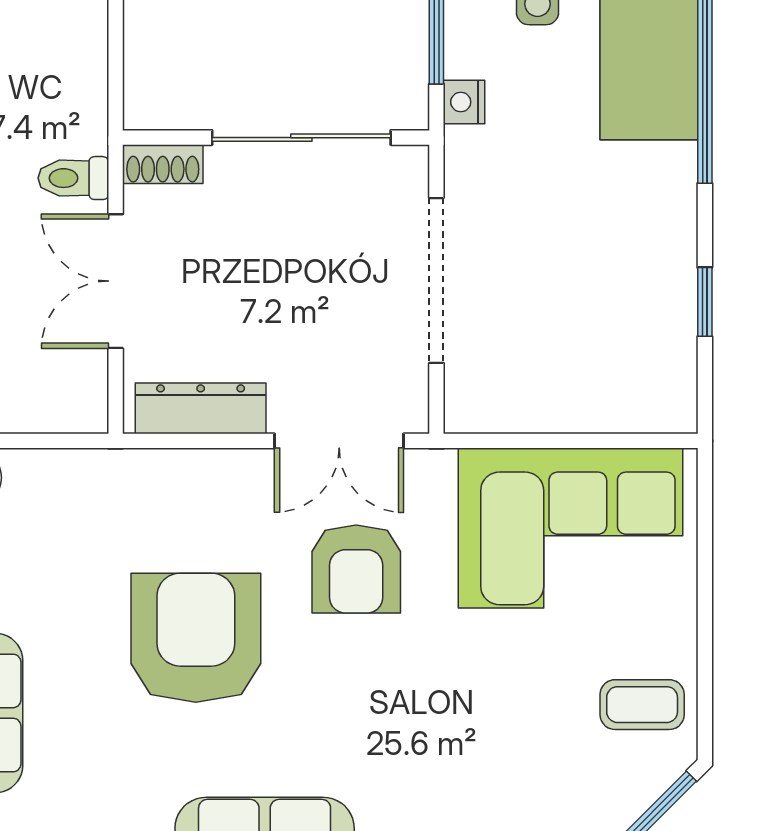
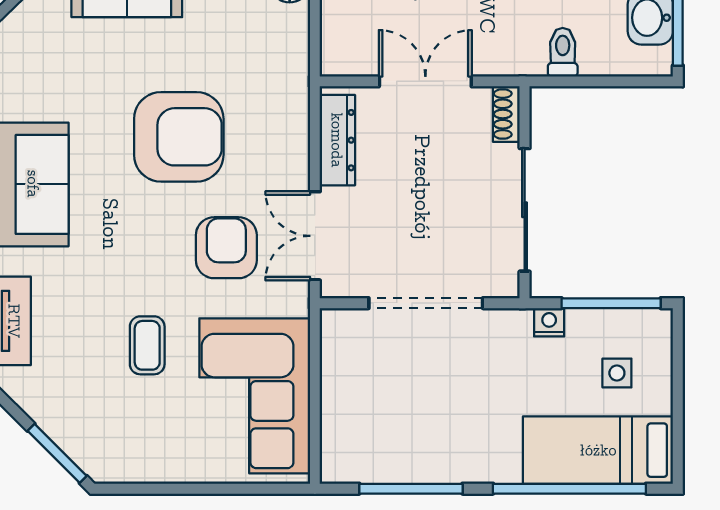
toilet: (73, 178) -> (563, 52), moved
window: (705, 302) -> (411, 489), width x2.17
armchair: (356, 569) -> (226, 248), turned 90
coffee table: (642, 705) -> (147, 345), moved

